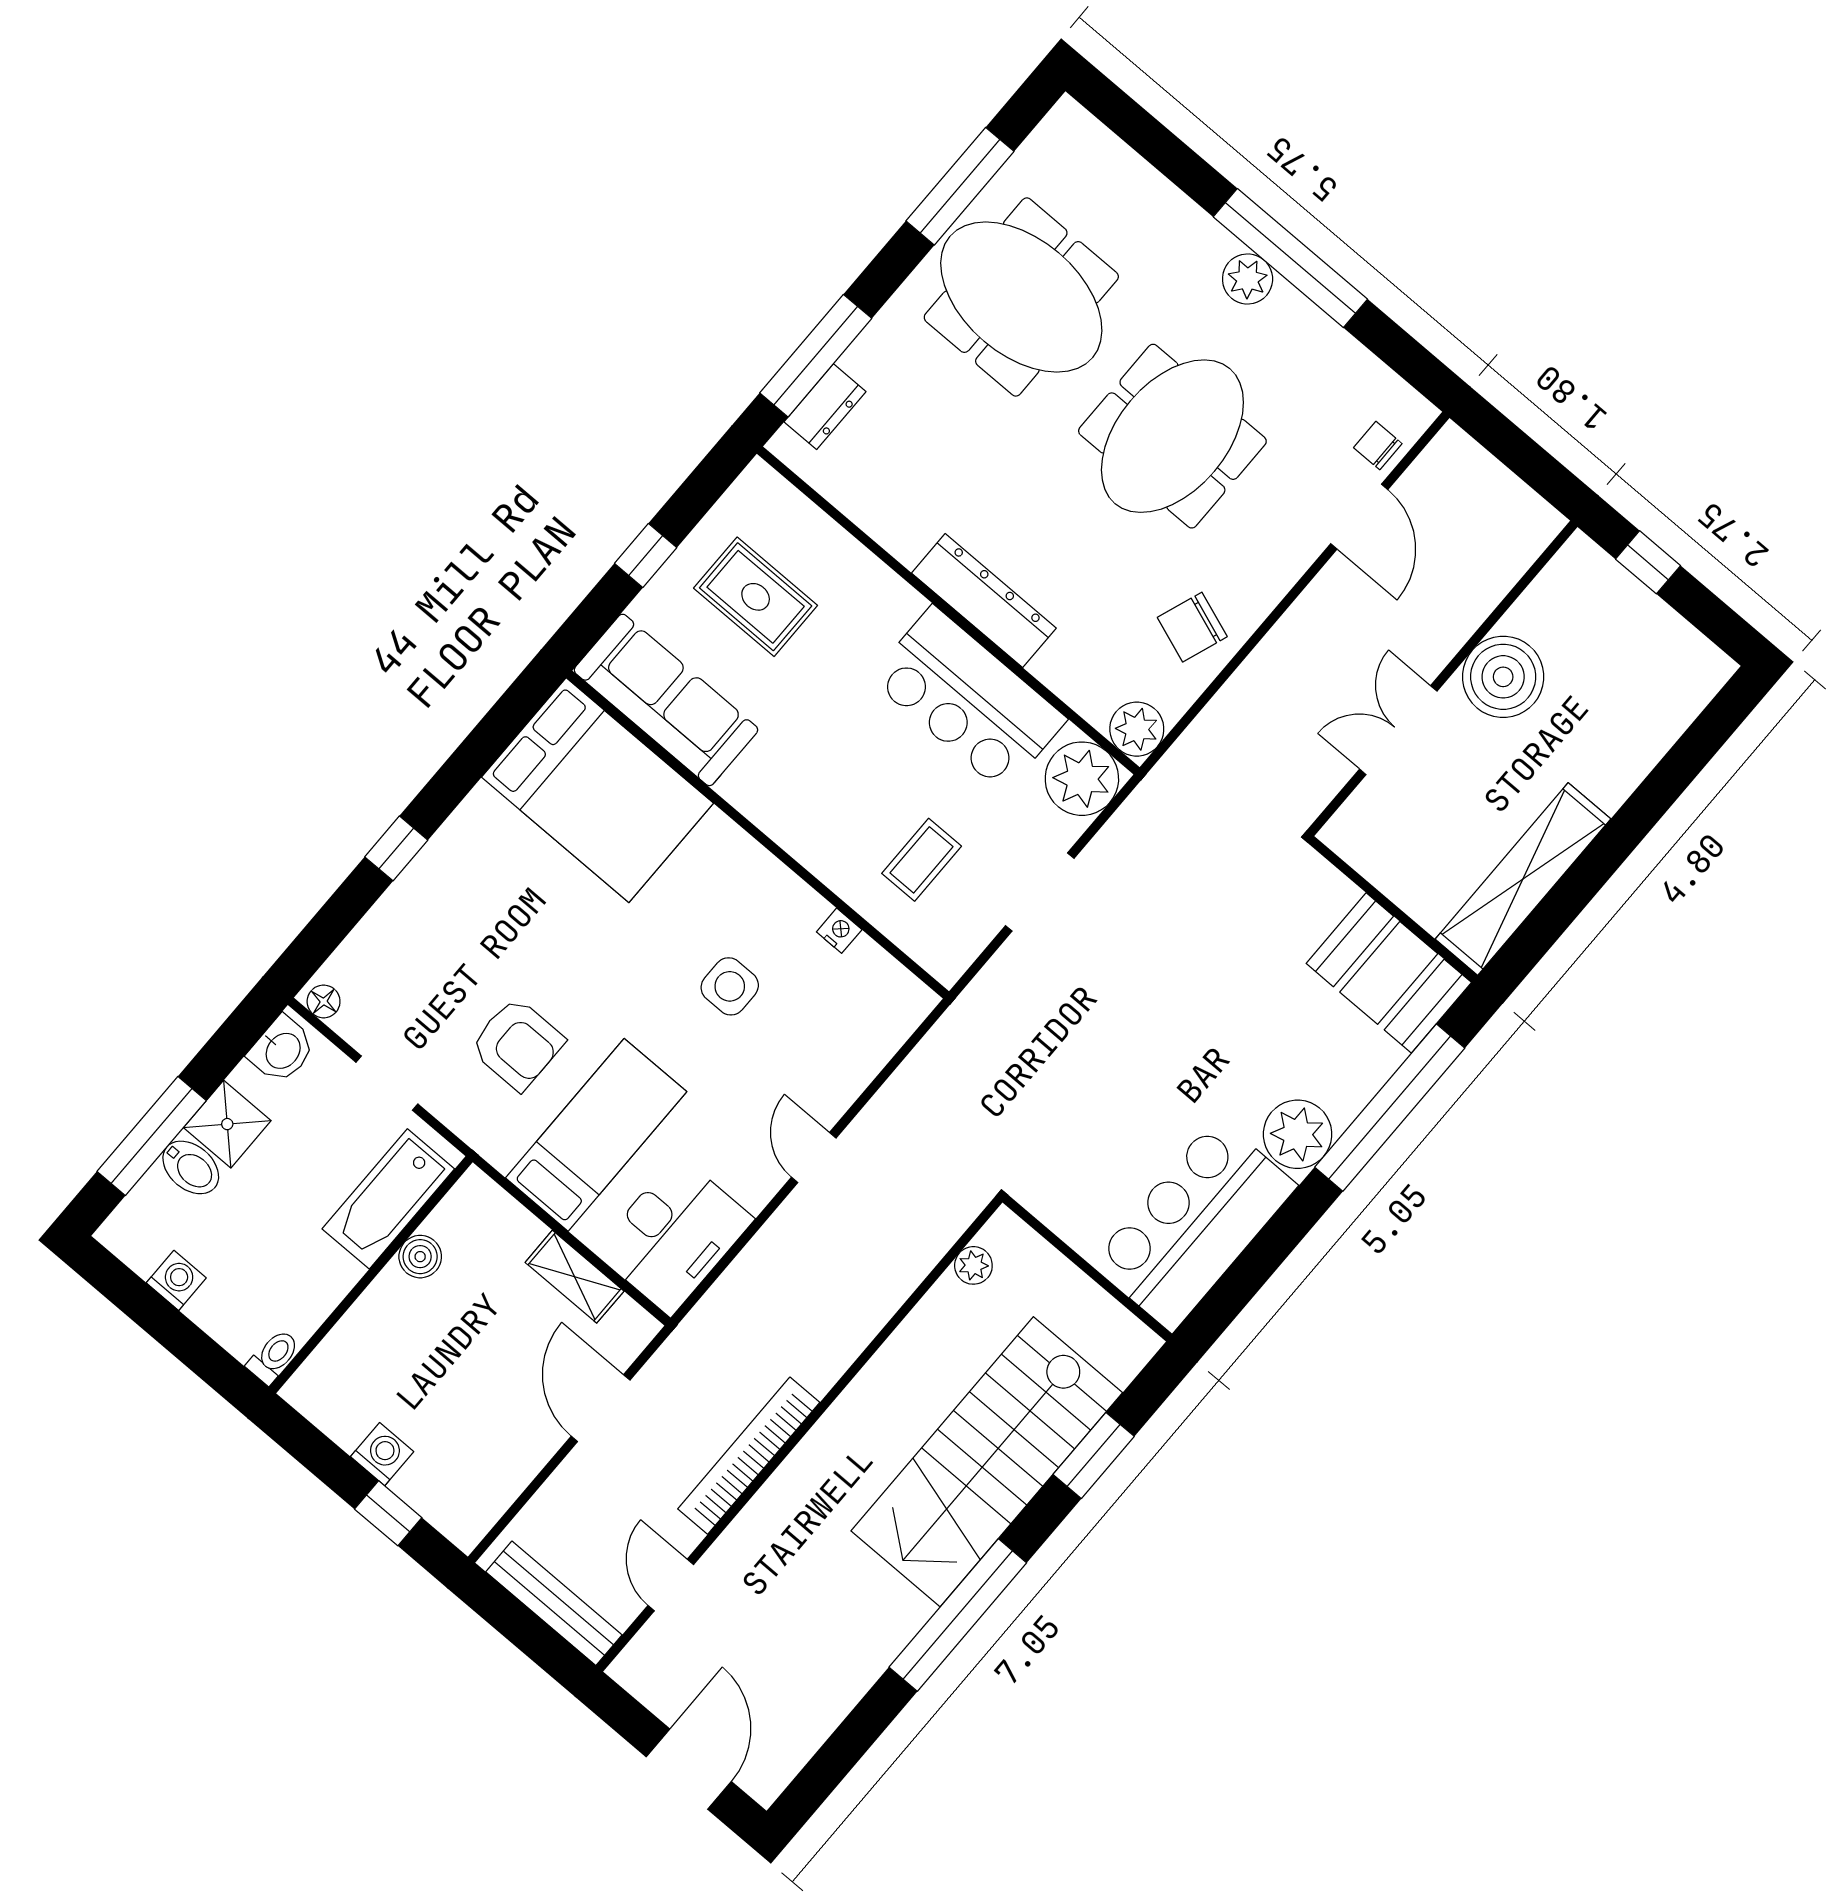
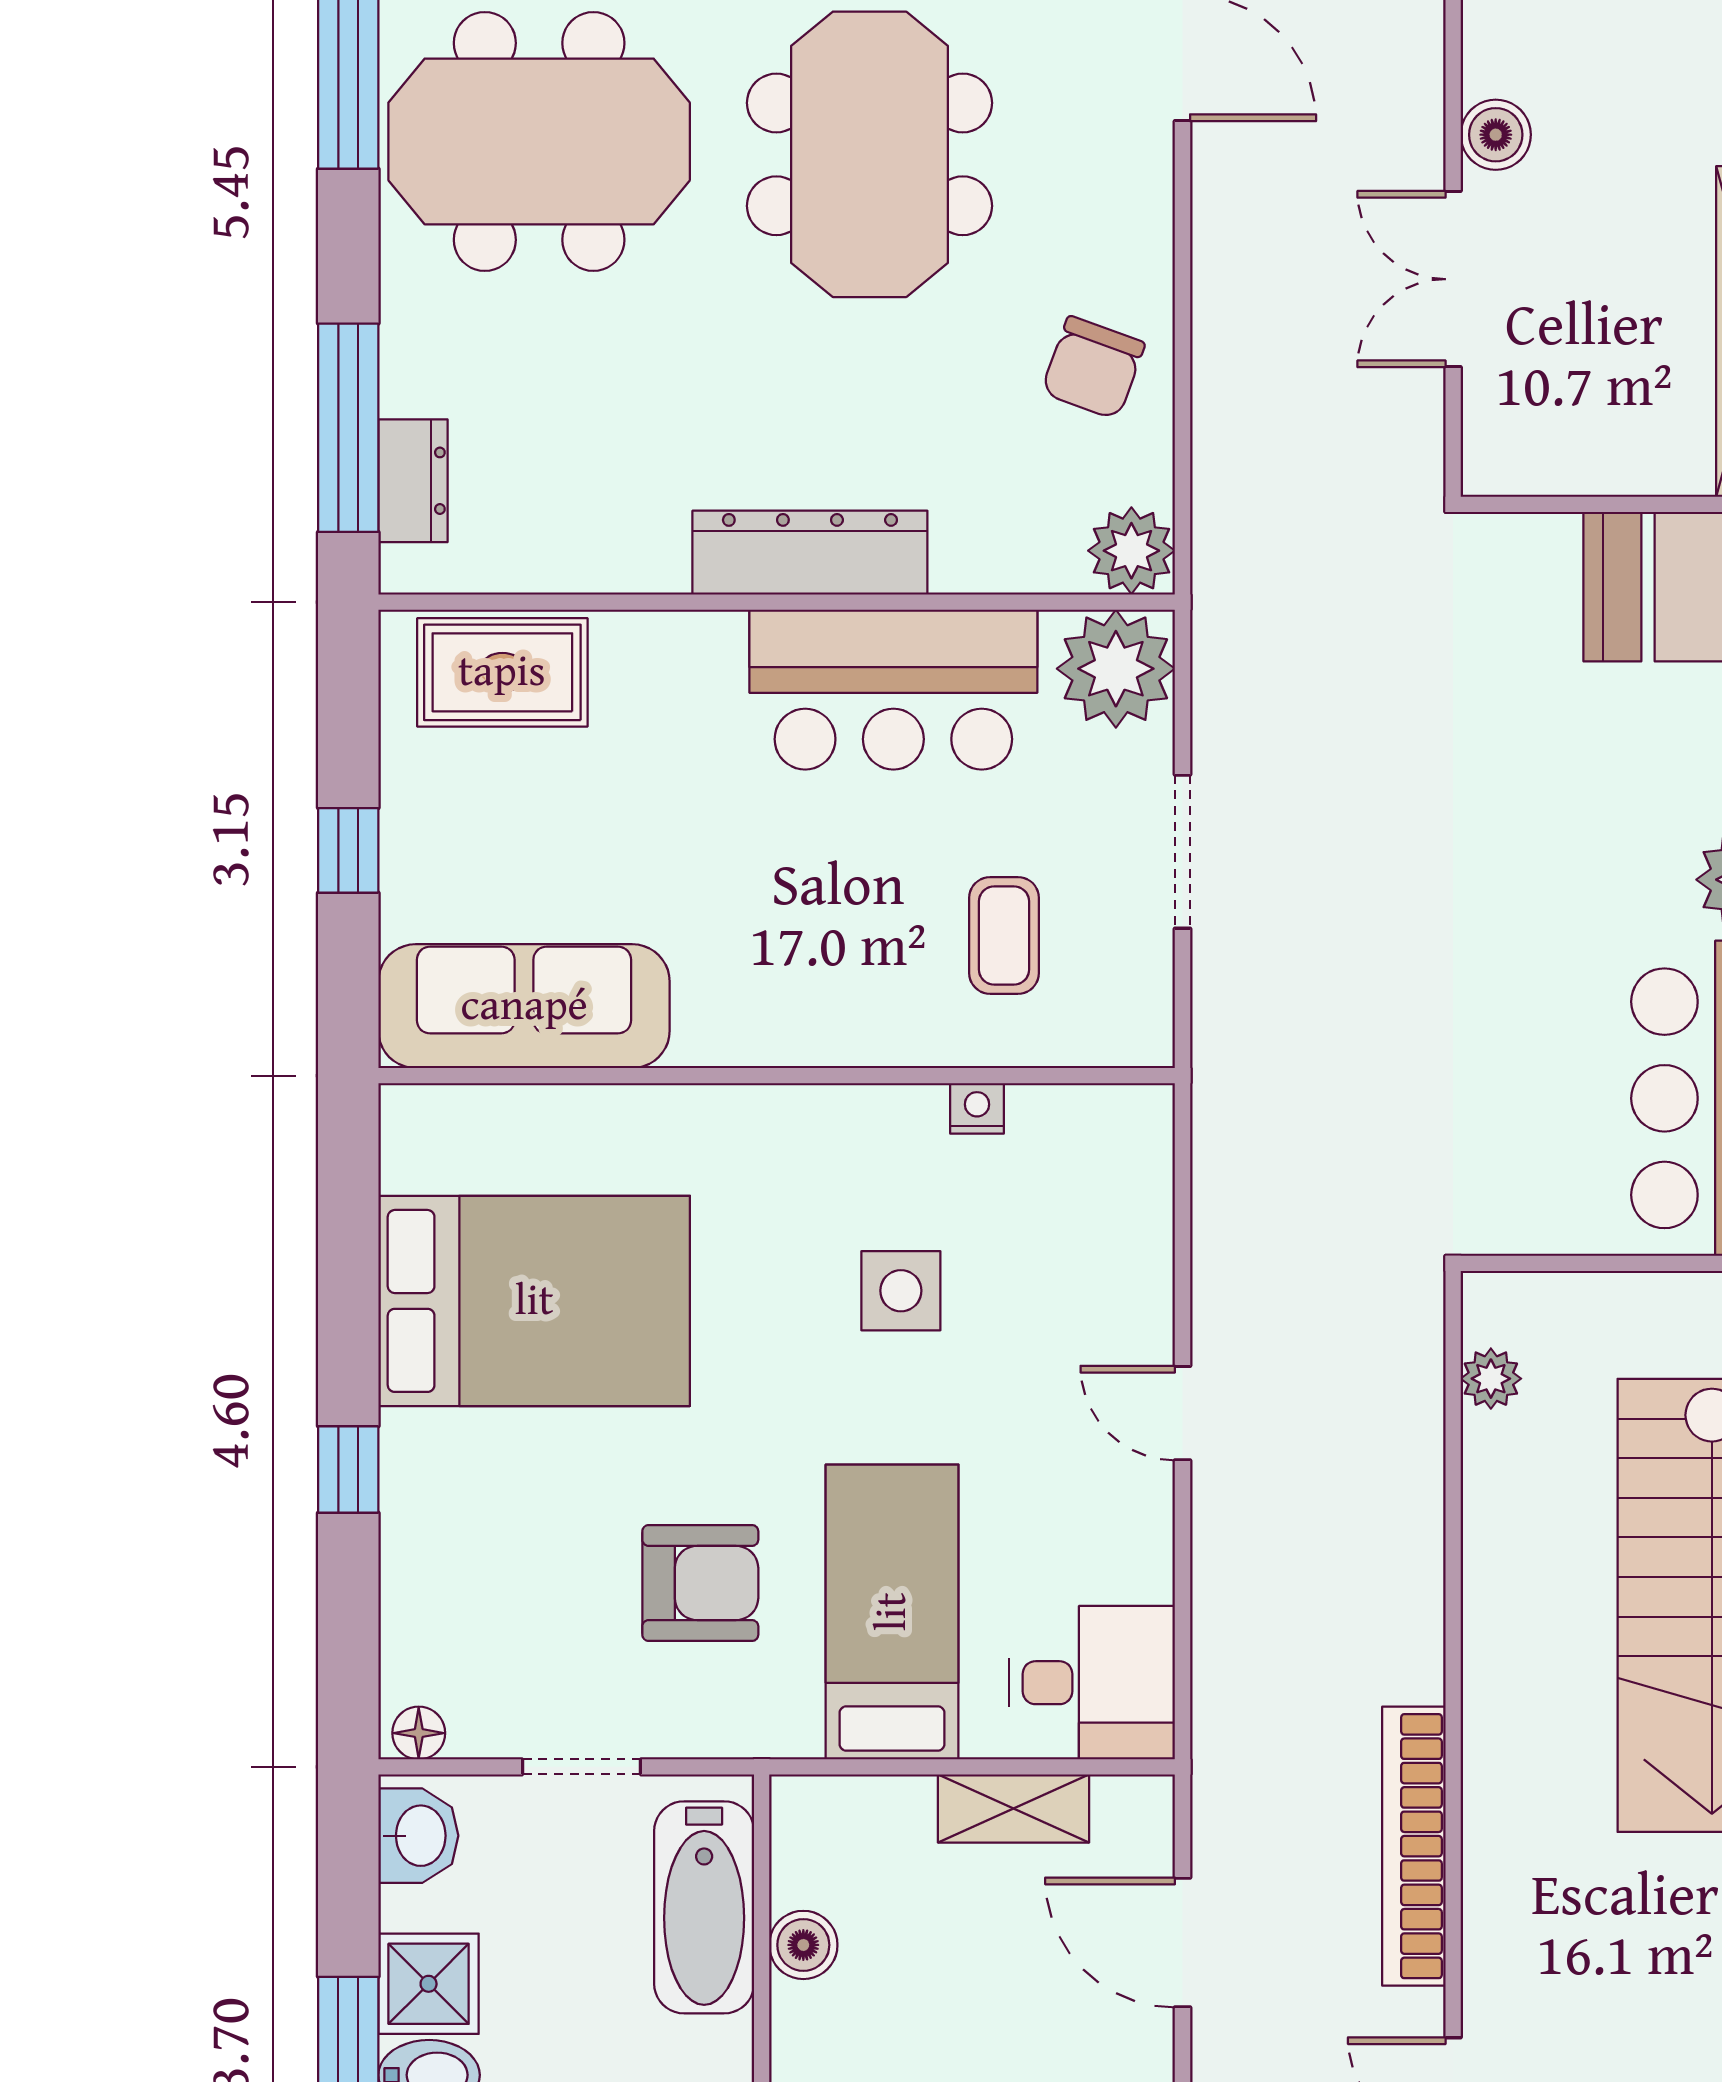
rug: (756, 597) -> (502, 672), moved
boiler: (1503, 677) -> (1496, 135), width x0.54, depth x0.54
bed: (598, 790) -> (534, 1301), moved
desk: (674, 1235) -> (1092, 1683), width x0.73

